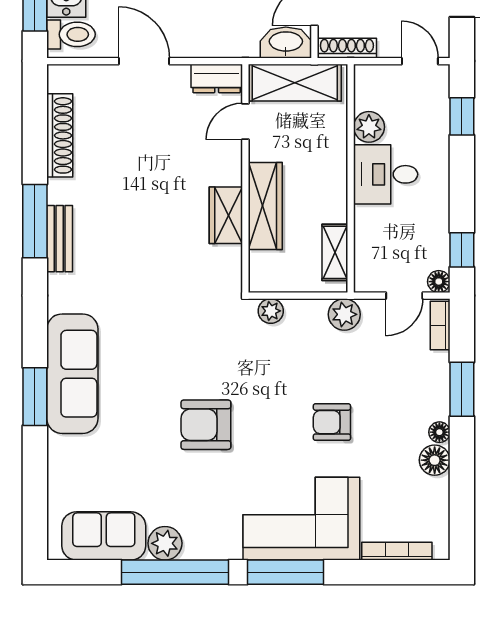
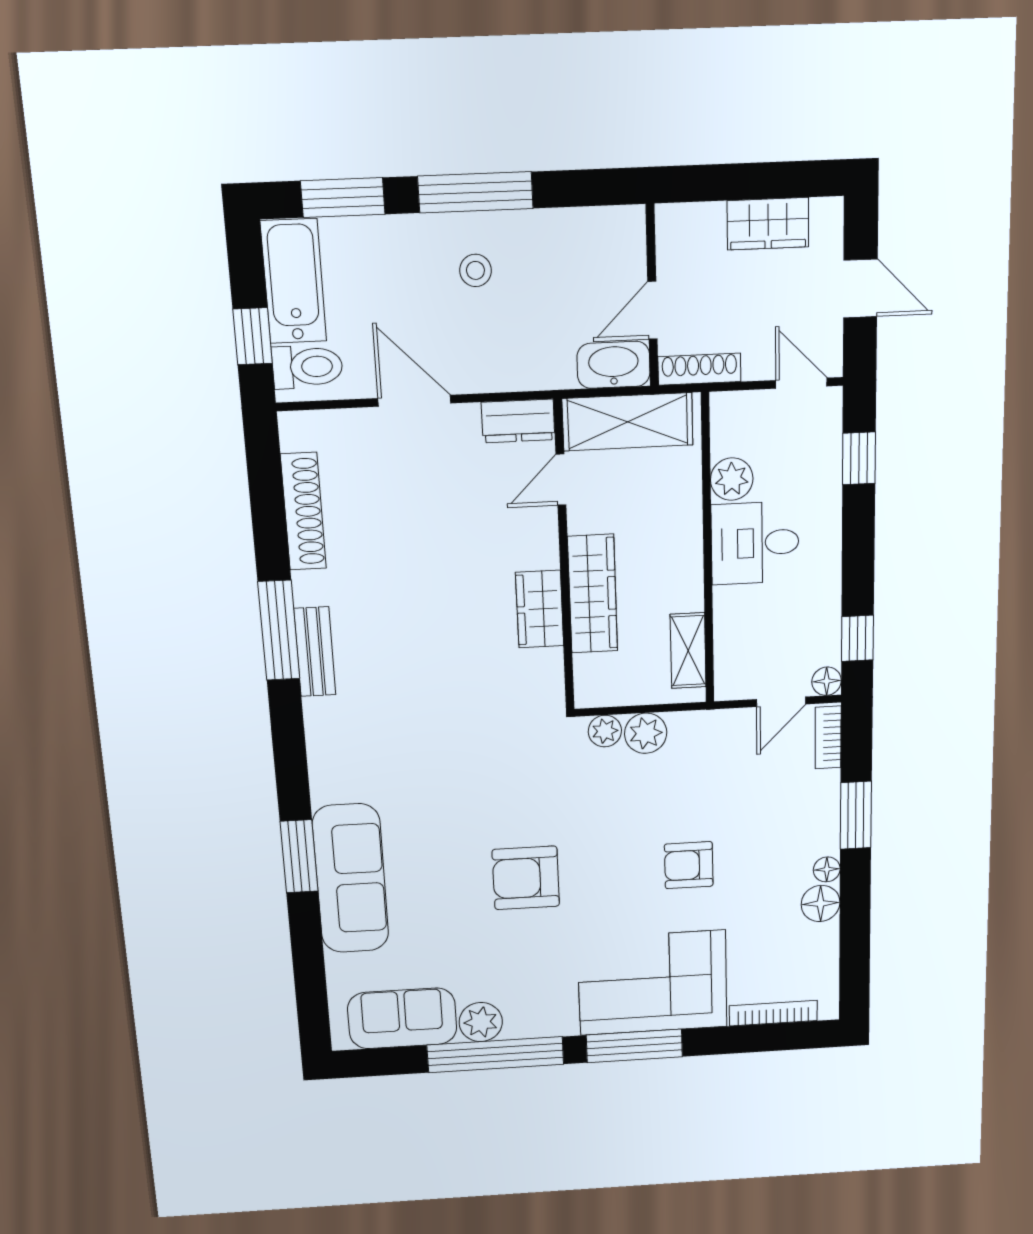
plant: (344, 314) -> (646, 733), moved
sofa: (72, 374) -> (351, 879), moved

